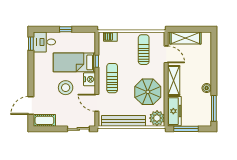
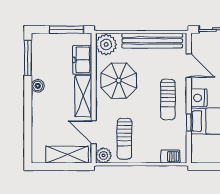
plant: (159, 37) -> (103, 155), added
freezer: (174, 111) -> (82, 60), width x0.71

